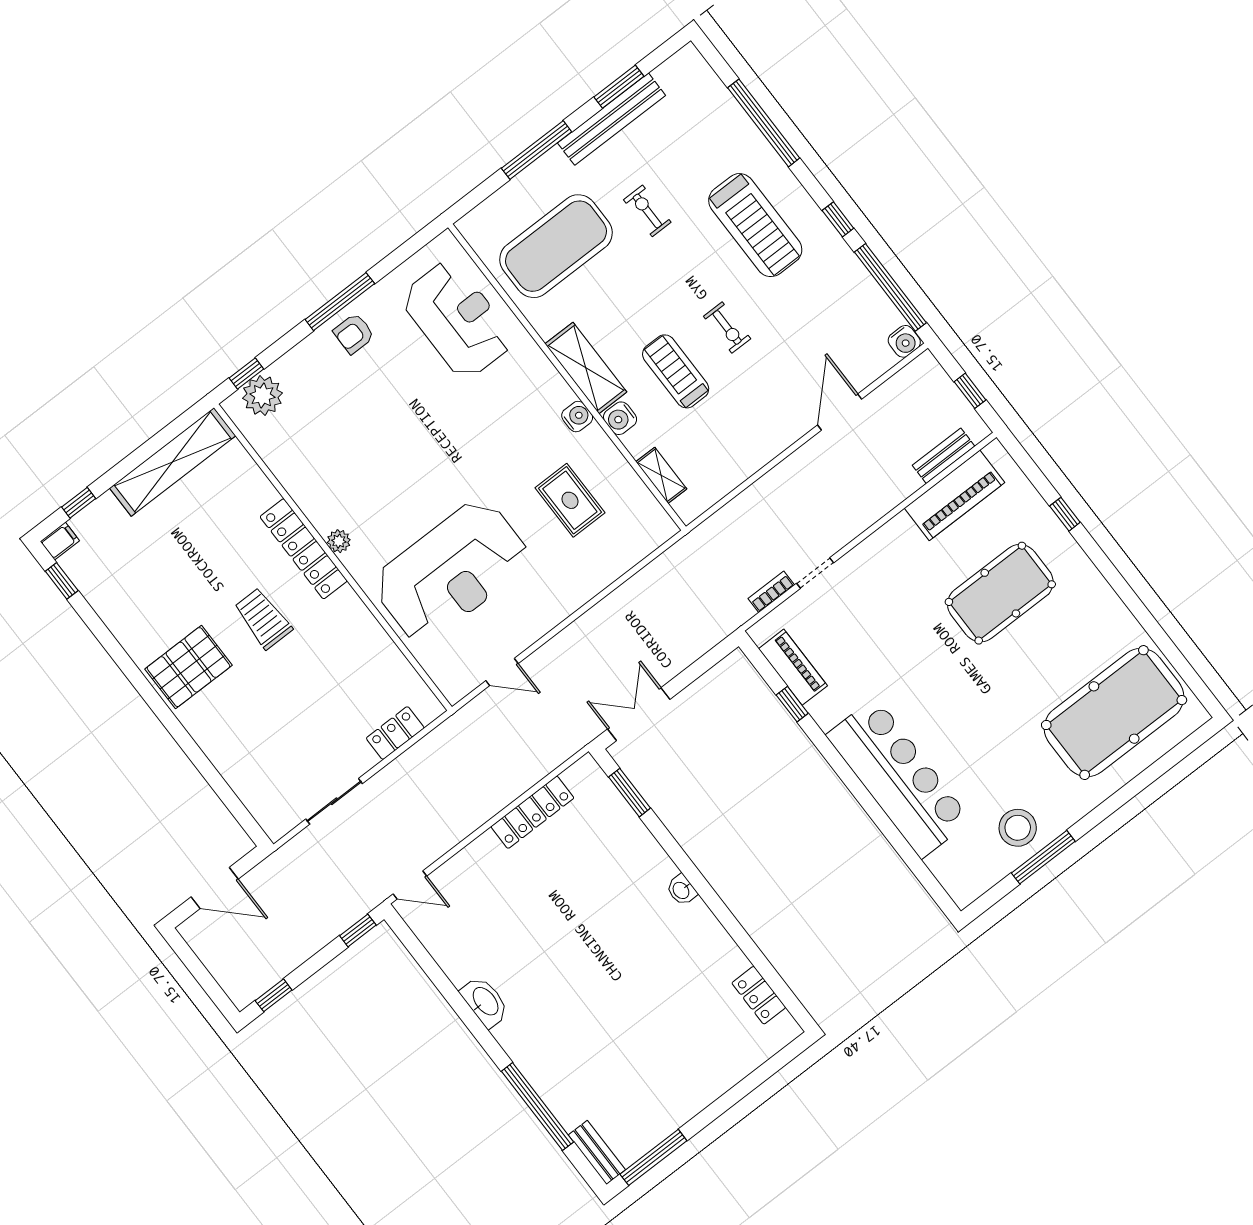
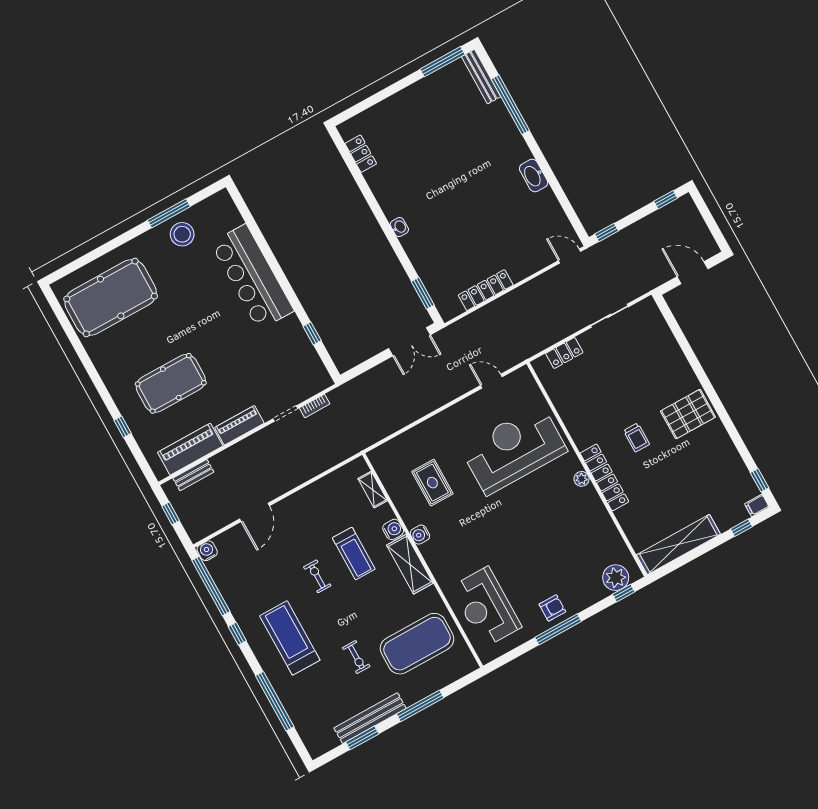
trolley: (263, 618) -> (636, 437), width x0.73, depth x0.72
piano: (793, 667) -> (239, 425), moved, turned 90
bench: (597, 1152) -> (481, 77), width x1.36

